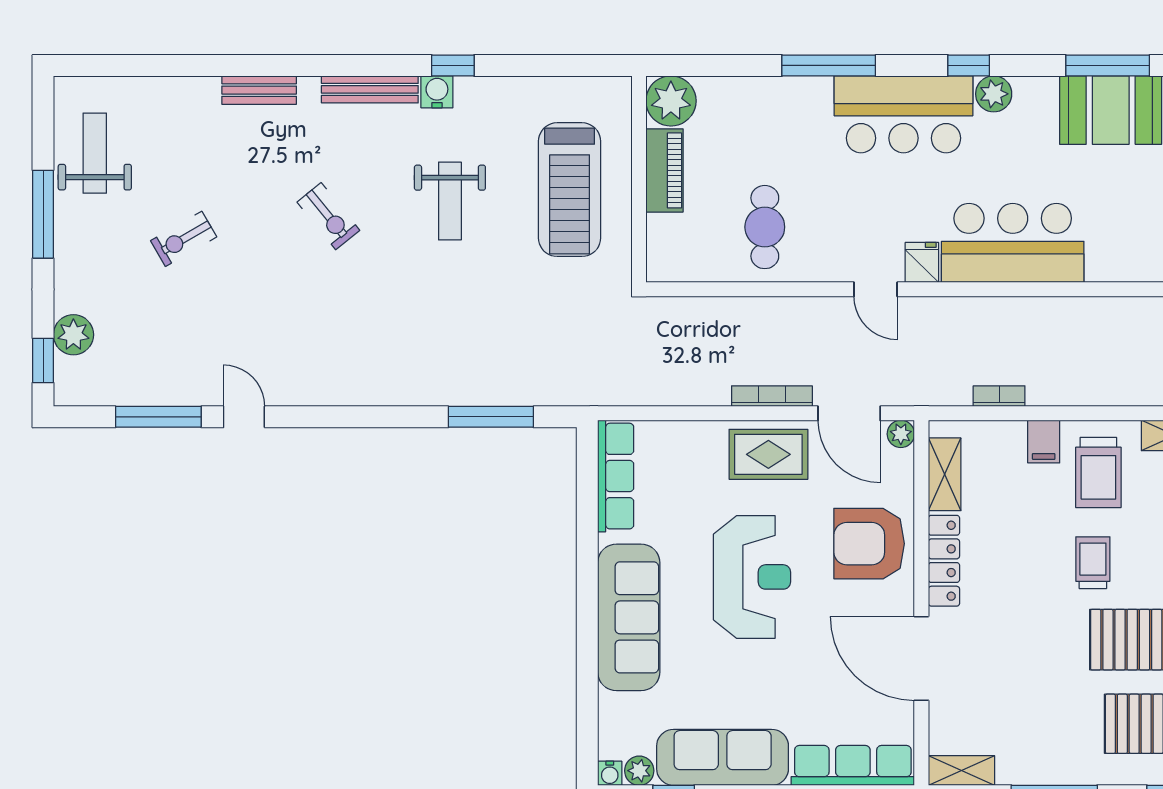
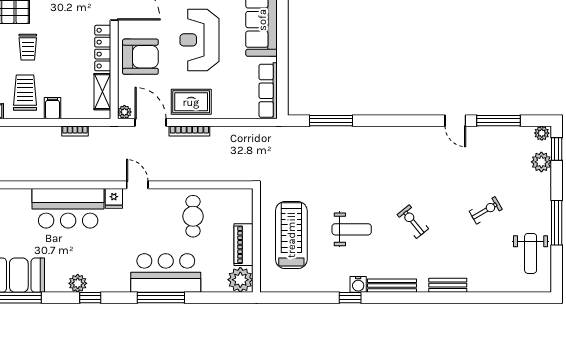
bar counter: (903, 114) -> (166, 273), moved
weight bench: (450, 201) -> (352, 229), turned 90
plant: (73, 392) -> (542, 133), added

